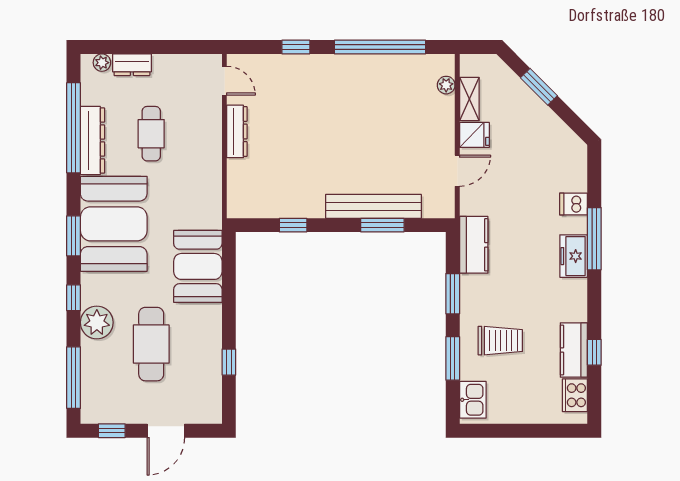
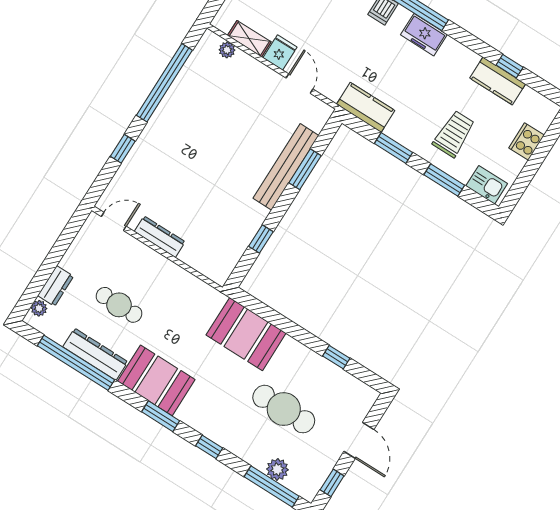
booth: (114, 224) -> (156, 380), width x0.73, depth x0.70
plant: (97, 322) -> (277, 469), moved, width x0.73, depth x0.73
cooker: (575, 395) -> (527, 142), moved, turned 90

